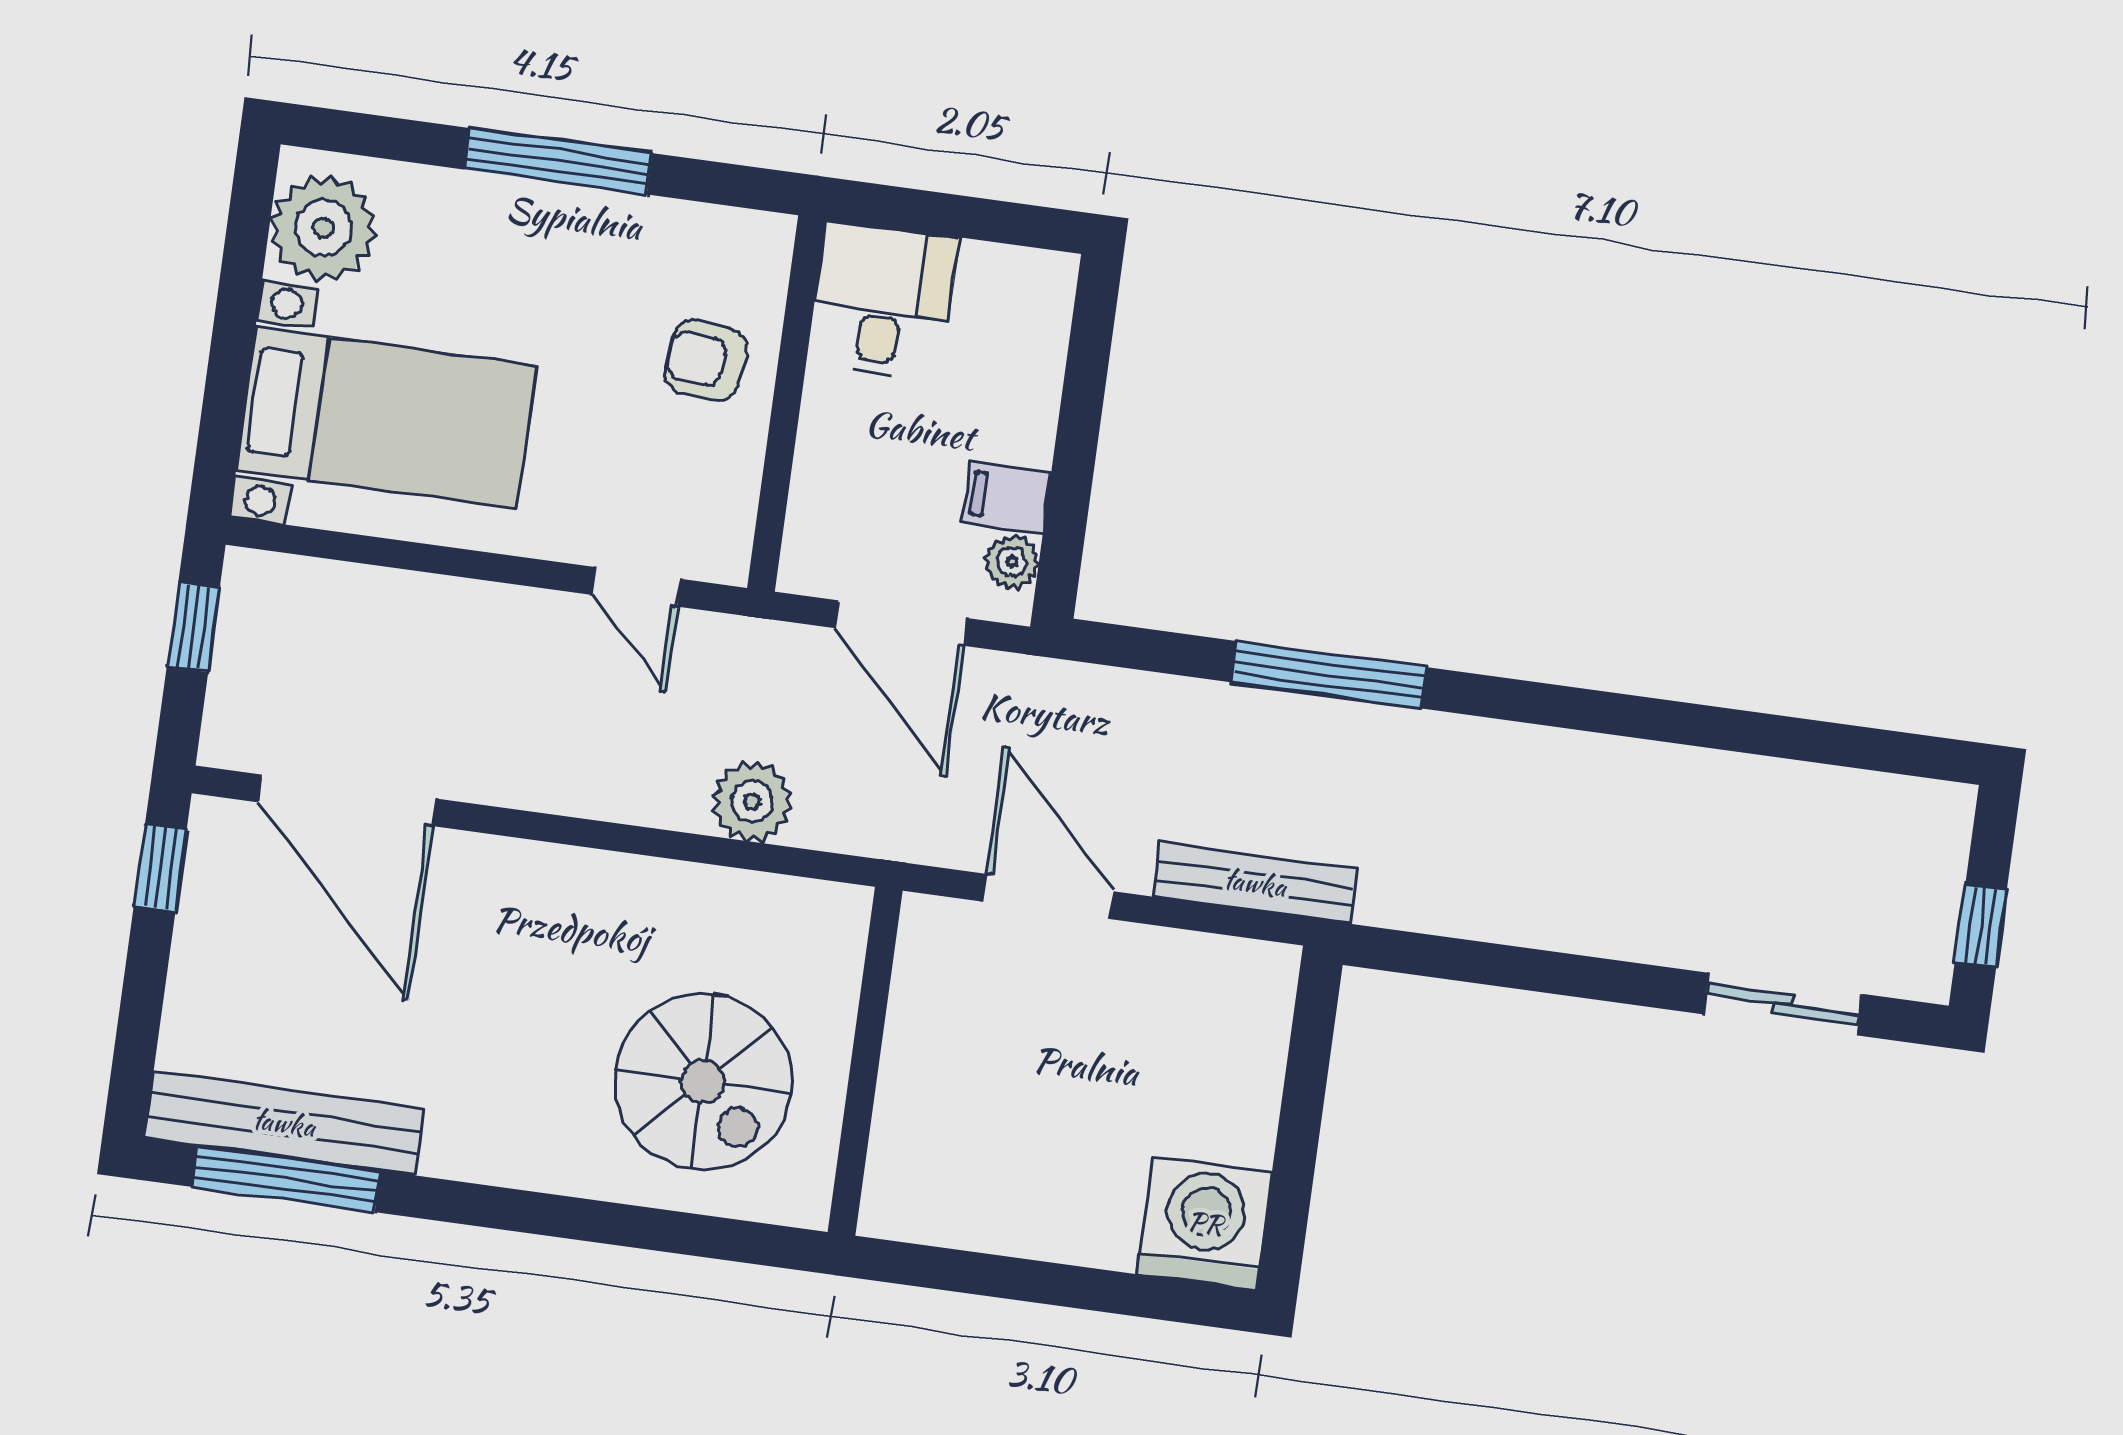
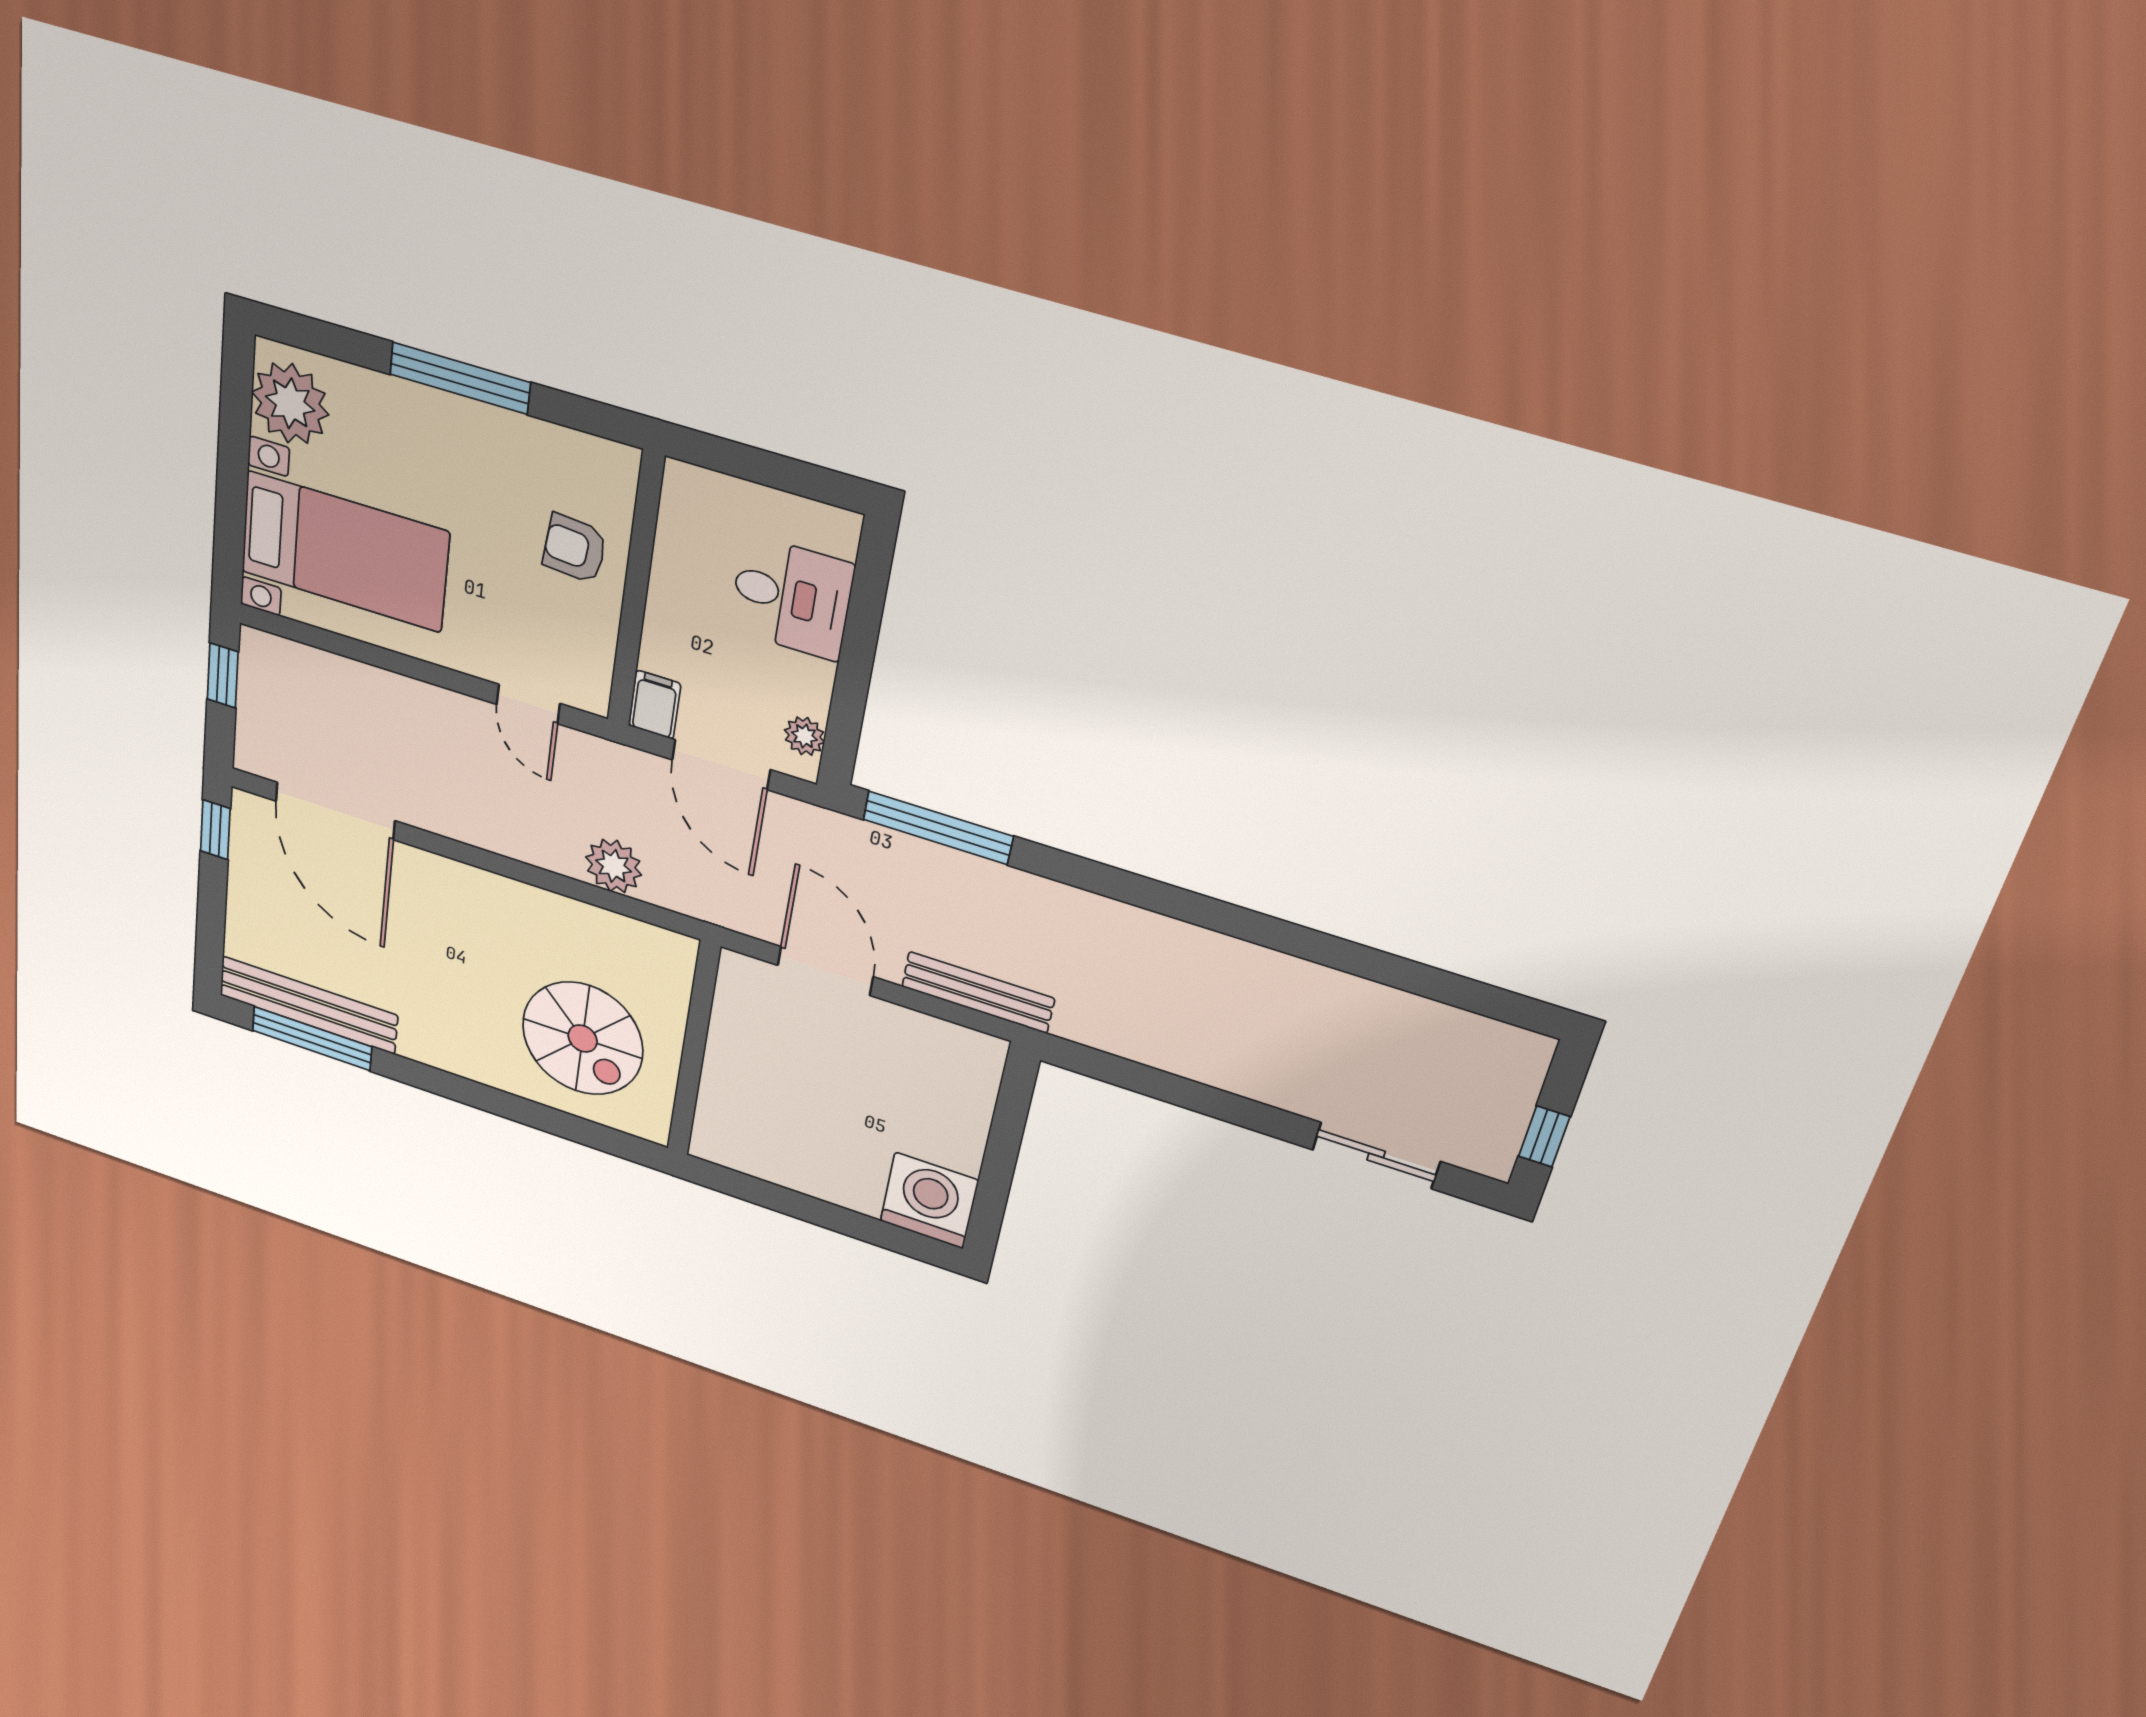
desk: (883, 300) -> (792, 597), moved, turned 90
filing cabinet: (1007, 497) -> (655, 705), moved, turned 90
window: (1329, 675) -> (938, 828), moved

